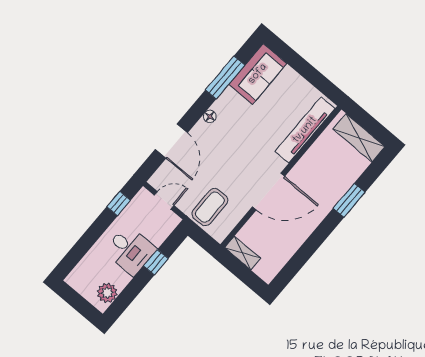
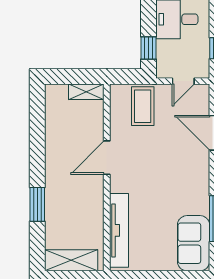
floor lamp: (210, 116) -> (203, 178), removed
door: (268, 191) -> (107, 158), width x0.73
window: (156, 262) -> (148, 48), moved

